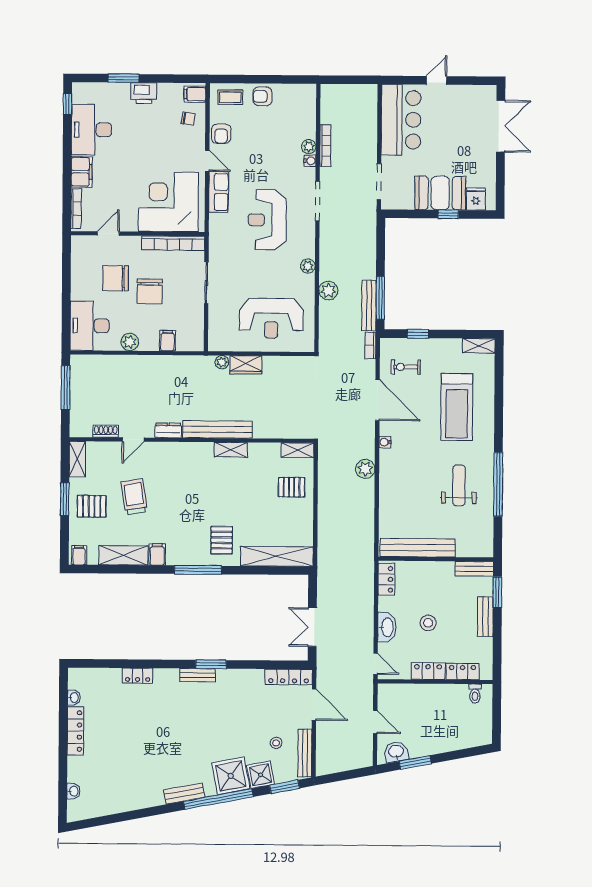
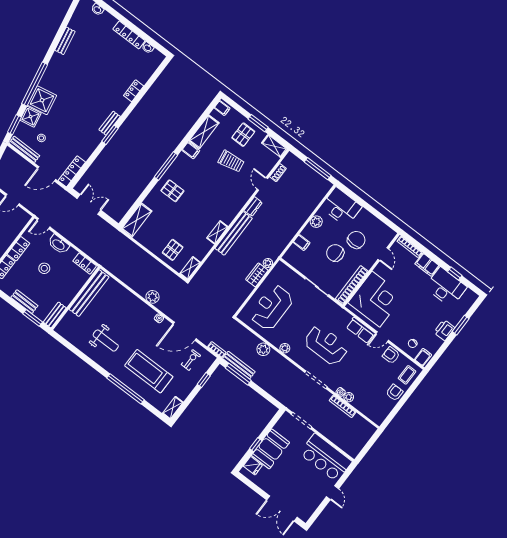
window: (68, 104) -> (455, 274), moved
window: (498, 484) -> (125, 389), moved
shelving: (277, 556) -> (137, 220), width x0.68
bench: (184, 794) -> (65, 41), moved

